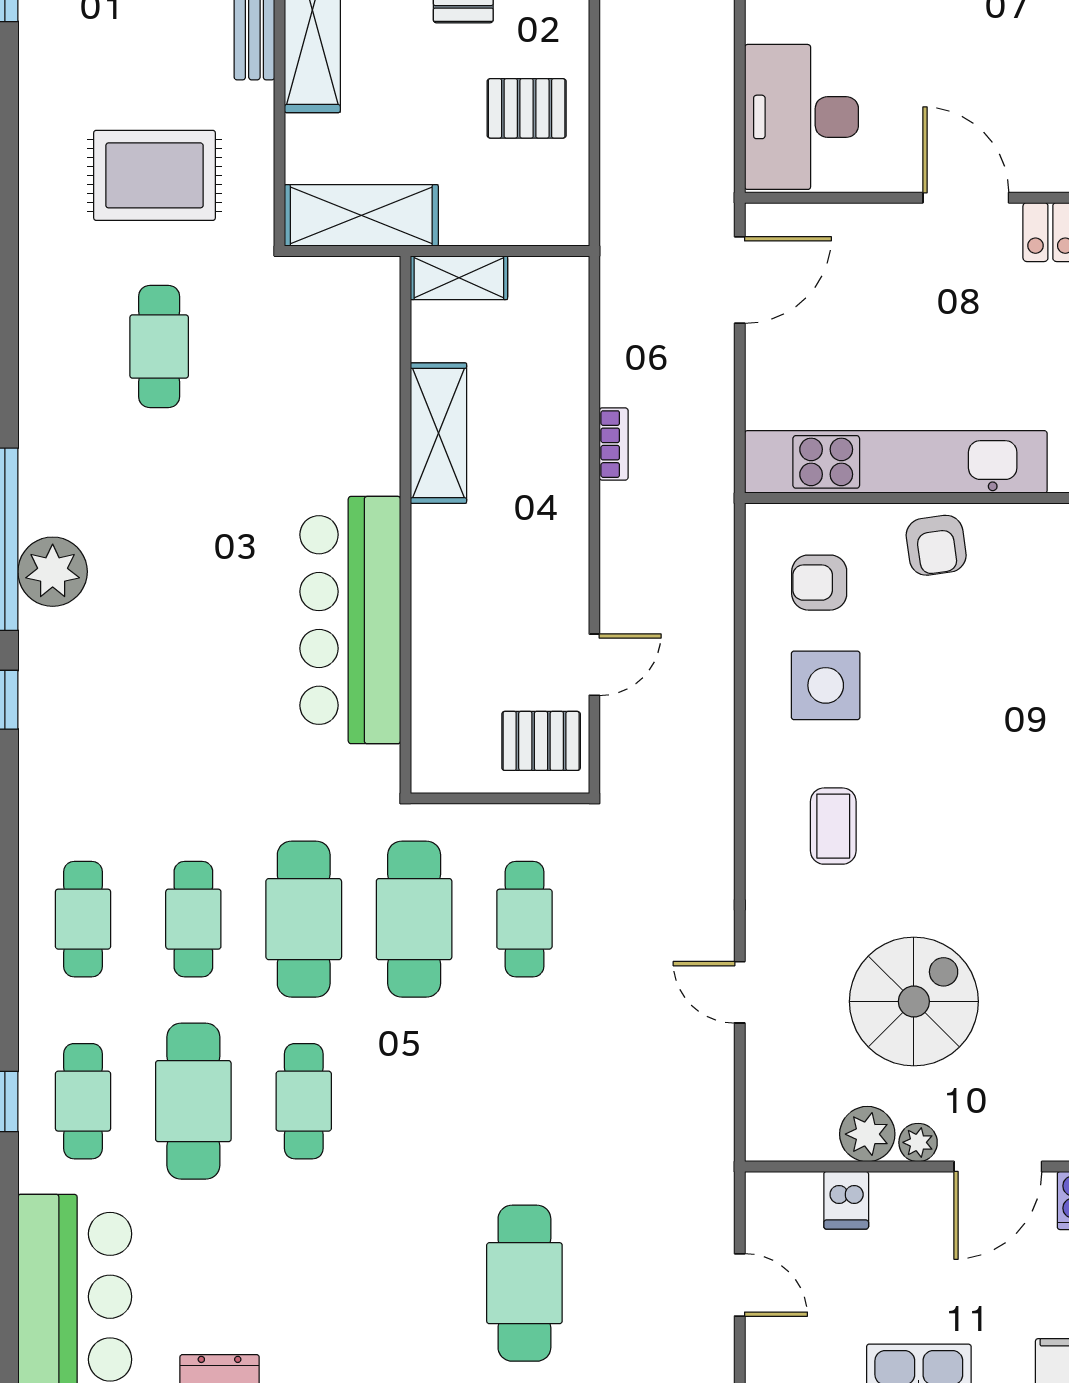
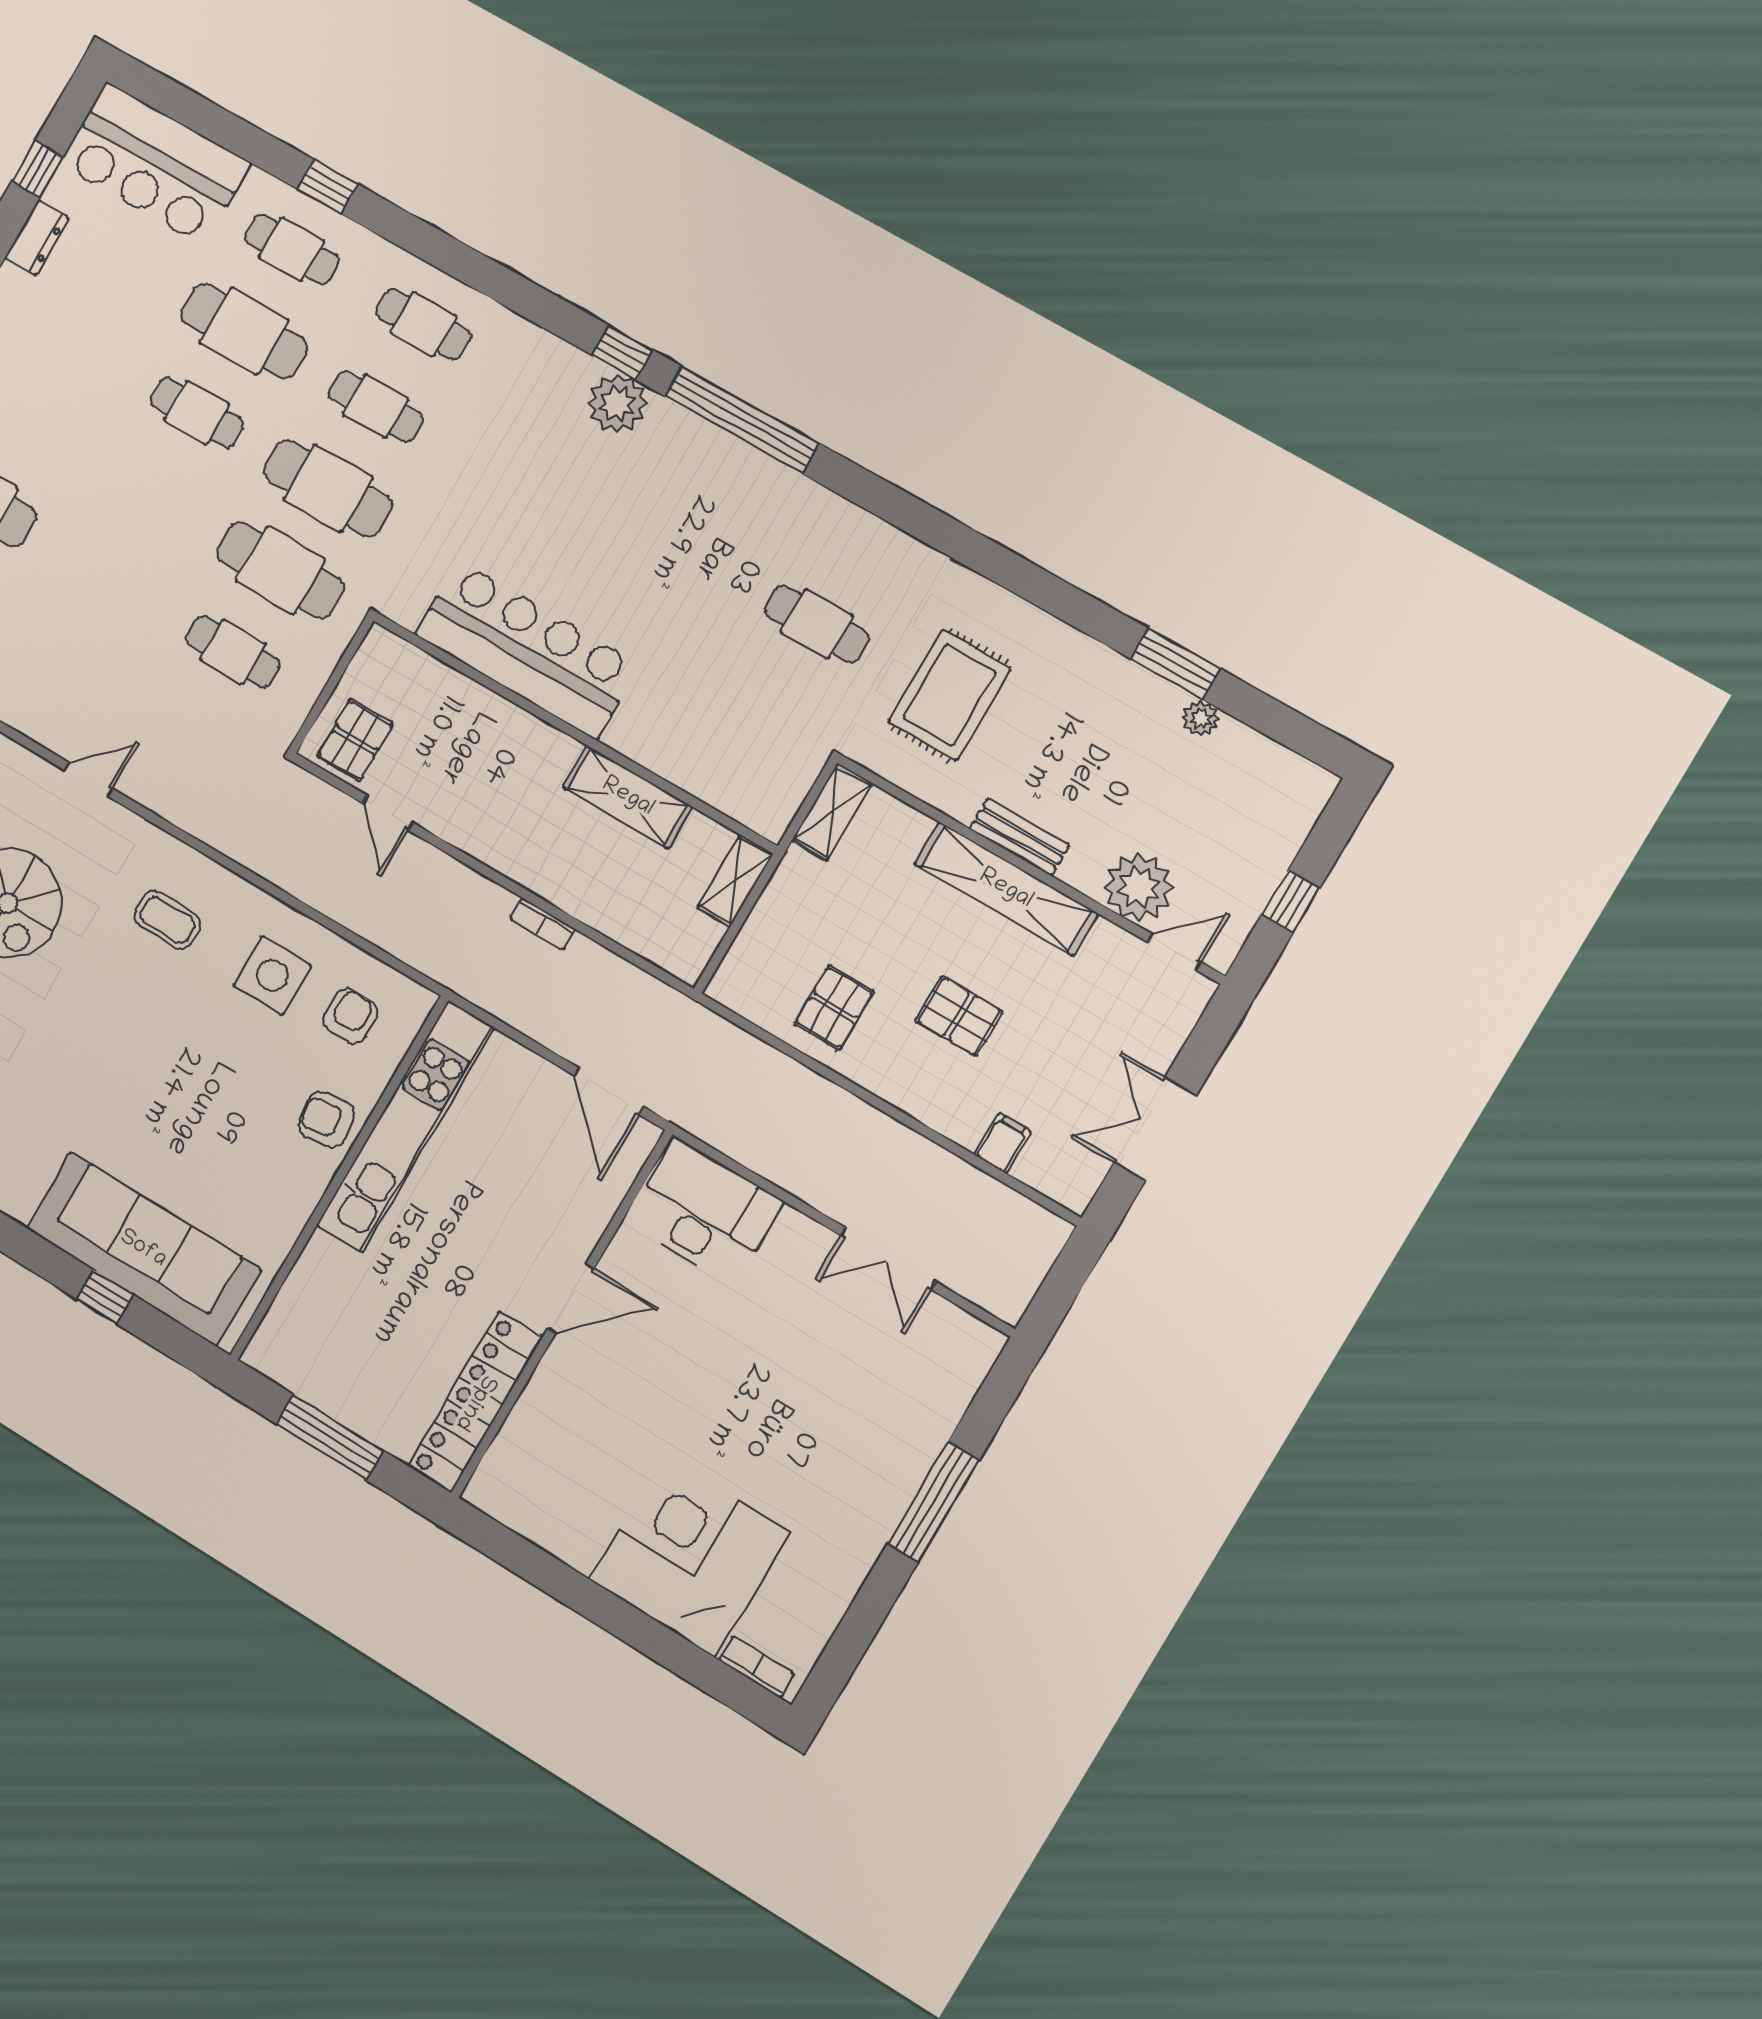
shelving: (361, 215) -> (832, 812), width x0.67, depth x0.75
plant: (53, 572) -> (617, 404), moved

